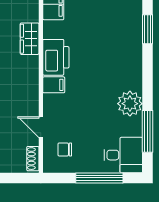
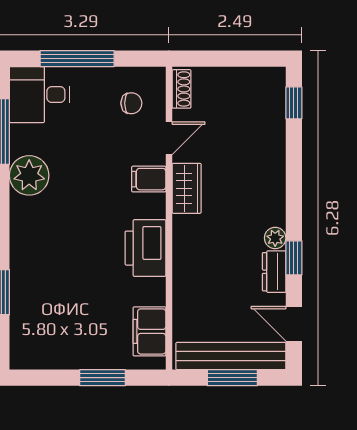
wardrobe: (30, 39) -> (187, 188), moved
filing cabinet: (54, 85) -> (149, 179), moved
door: (41, 127) -> (169, 138), hinge flipped

